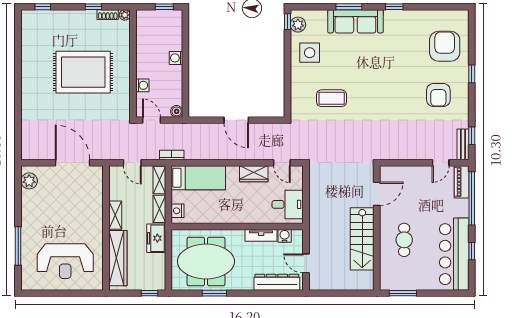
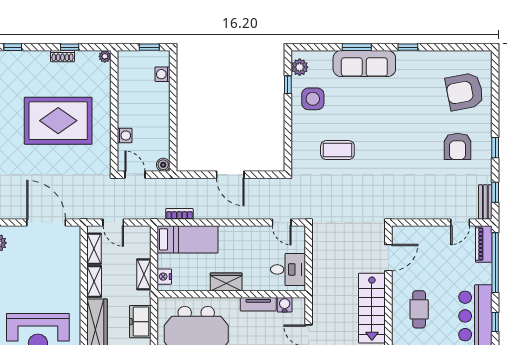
shoe rack: (108, 15) -> (62, 56), moved
window: (287, 22) -> (288, 85), moved
armchair: (445, 46) -> (465, 92), turned -101
washing machine: (176, 58) -> (162, 74), moved
window: (472, 74) -> (495, 148), moved
bookcase: (172, 155) -> (179, 214), moved
wardrobe: (254, 174) -> (226, 282), moved, turned 180
shelving: (159, 180) -> (94, 249), moved
freezer: (156, 238) -> (140, 322), moved

